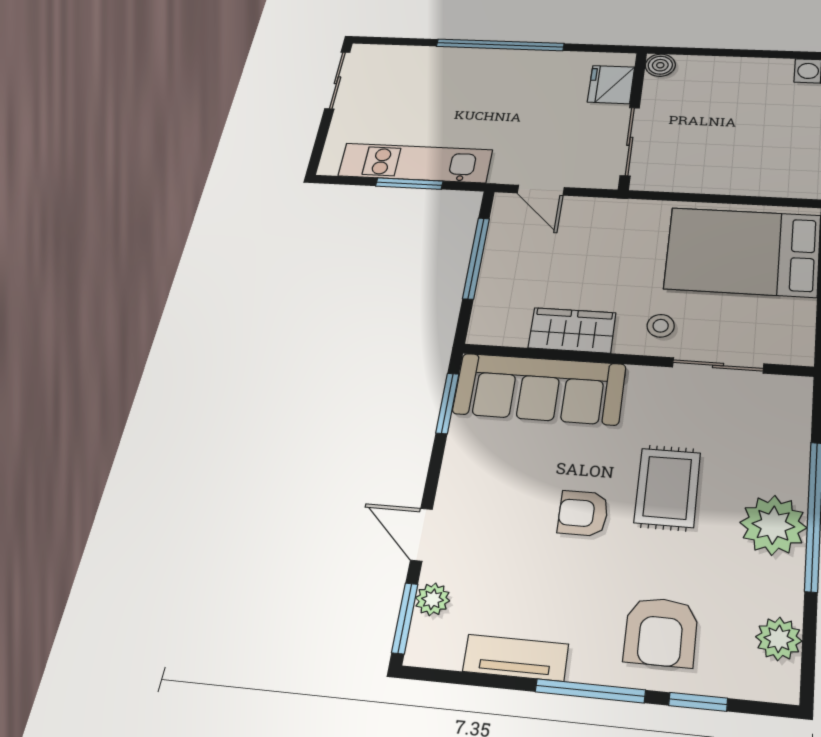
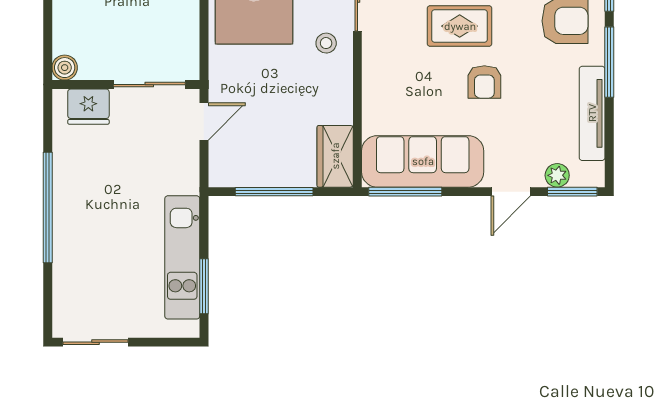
window: (409, 184) -> (204, 286), moved
door: (541, 190) -> (204, 121), moved
wardrobe: (572, 330) -> (335, 156), moved
sofa: (539, 389) -> (423, 161), moved, turned -90
window: (447, 403) -> (405, 192), width x1.44
tv unit: (516, 658) -> (592, 113), width x1.41

